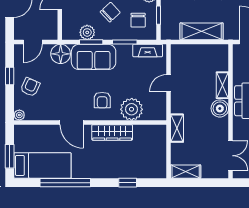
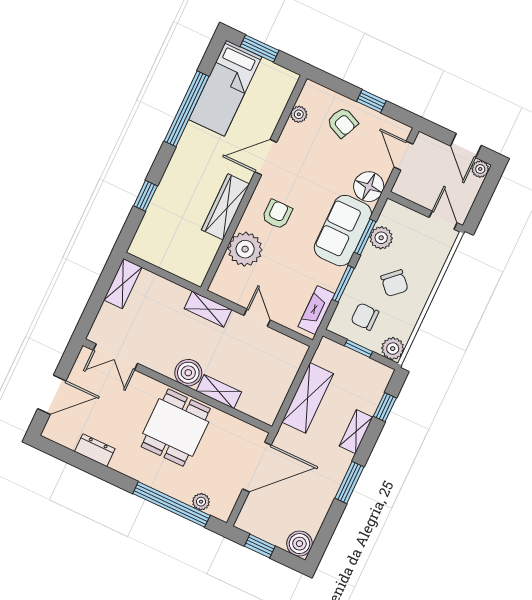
armchair: (102, 100) -> (277, 214), turned 90
plant: (19, 115) -> (299, 114), moved
shelving: (177, 128) -> (208, 309), moved

